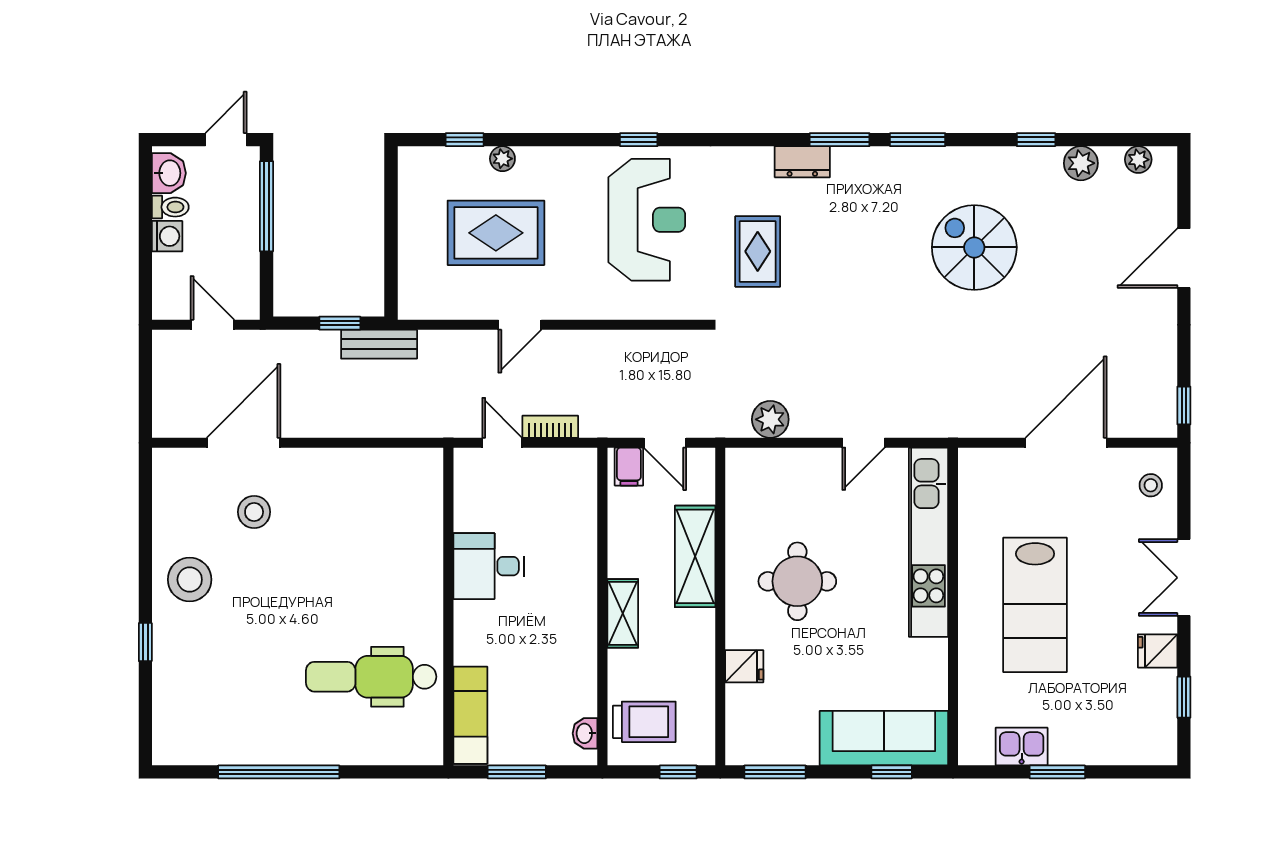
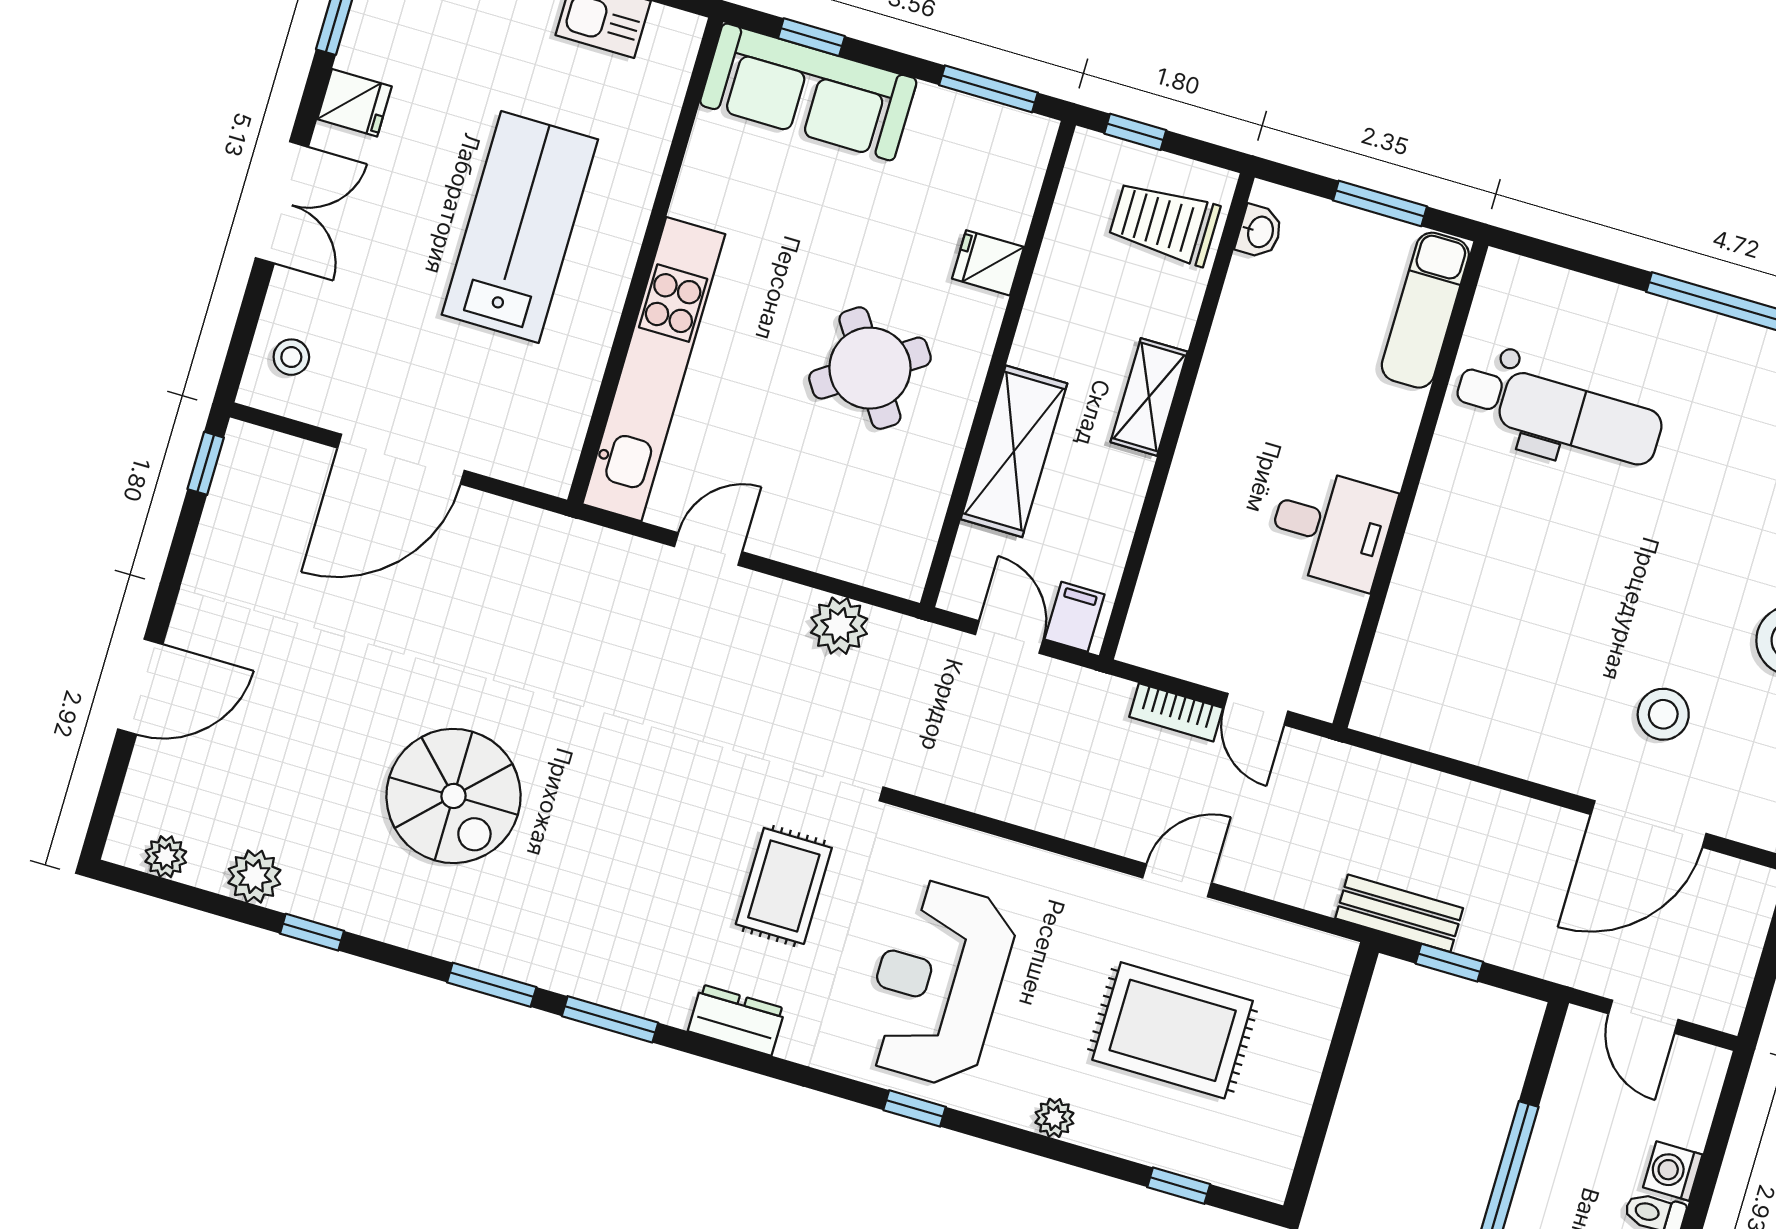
plant: (502, 159) -> (1054, 1118), moved
dresser: (802, 162) -> (736, 1020), moved
round table: (797, 581) -> (870, 368), turned -34

